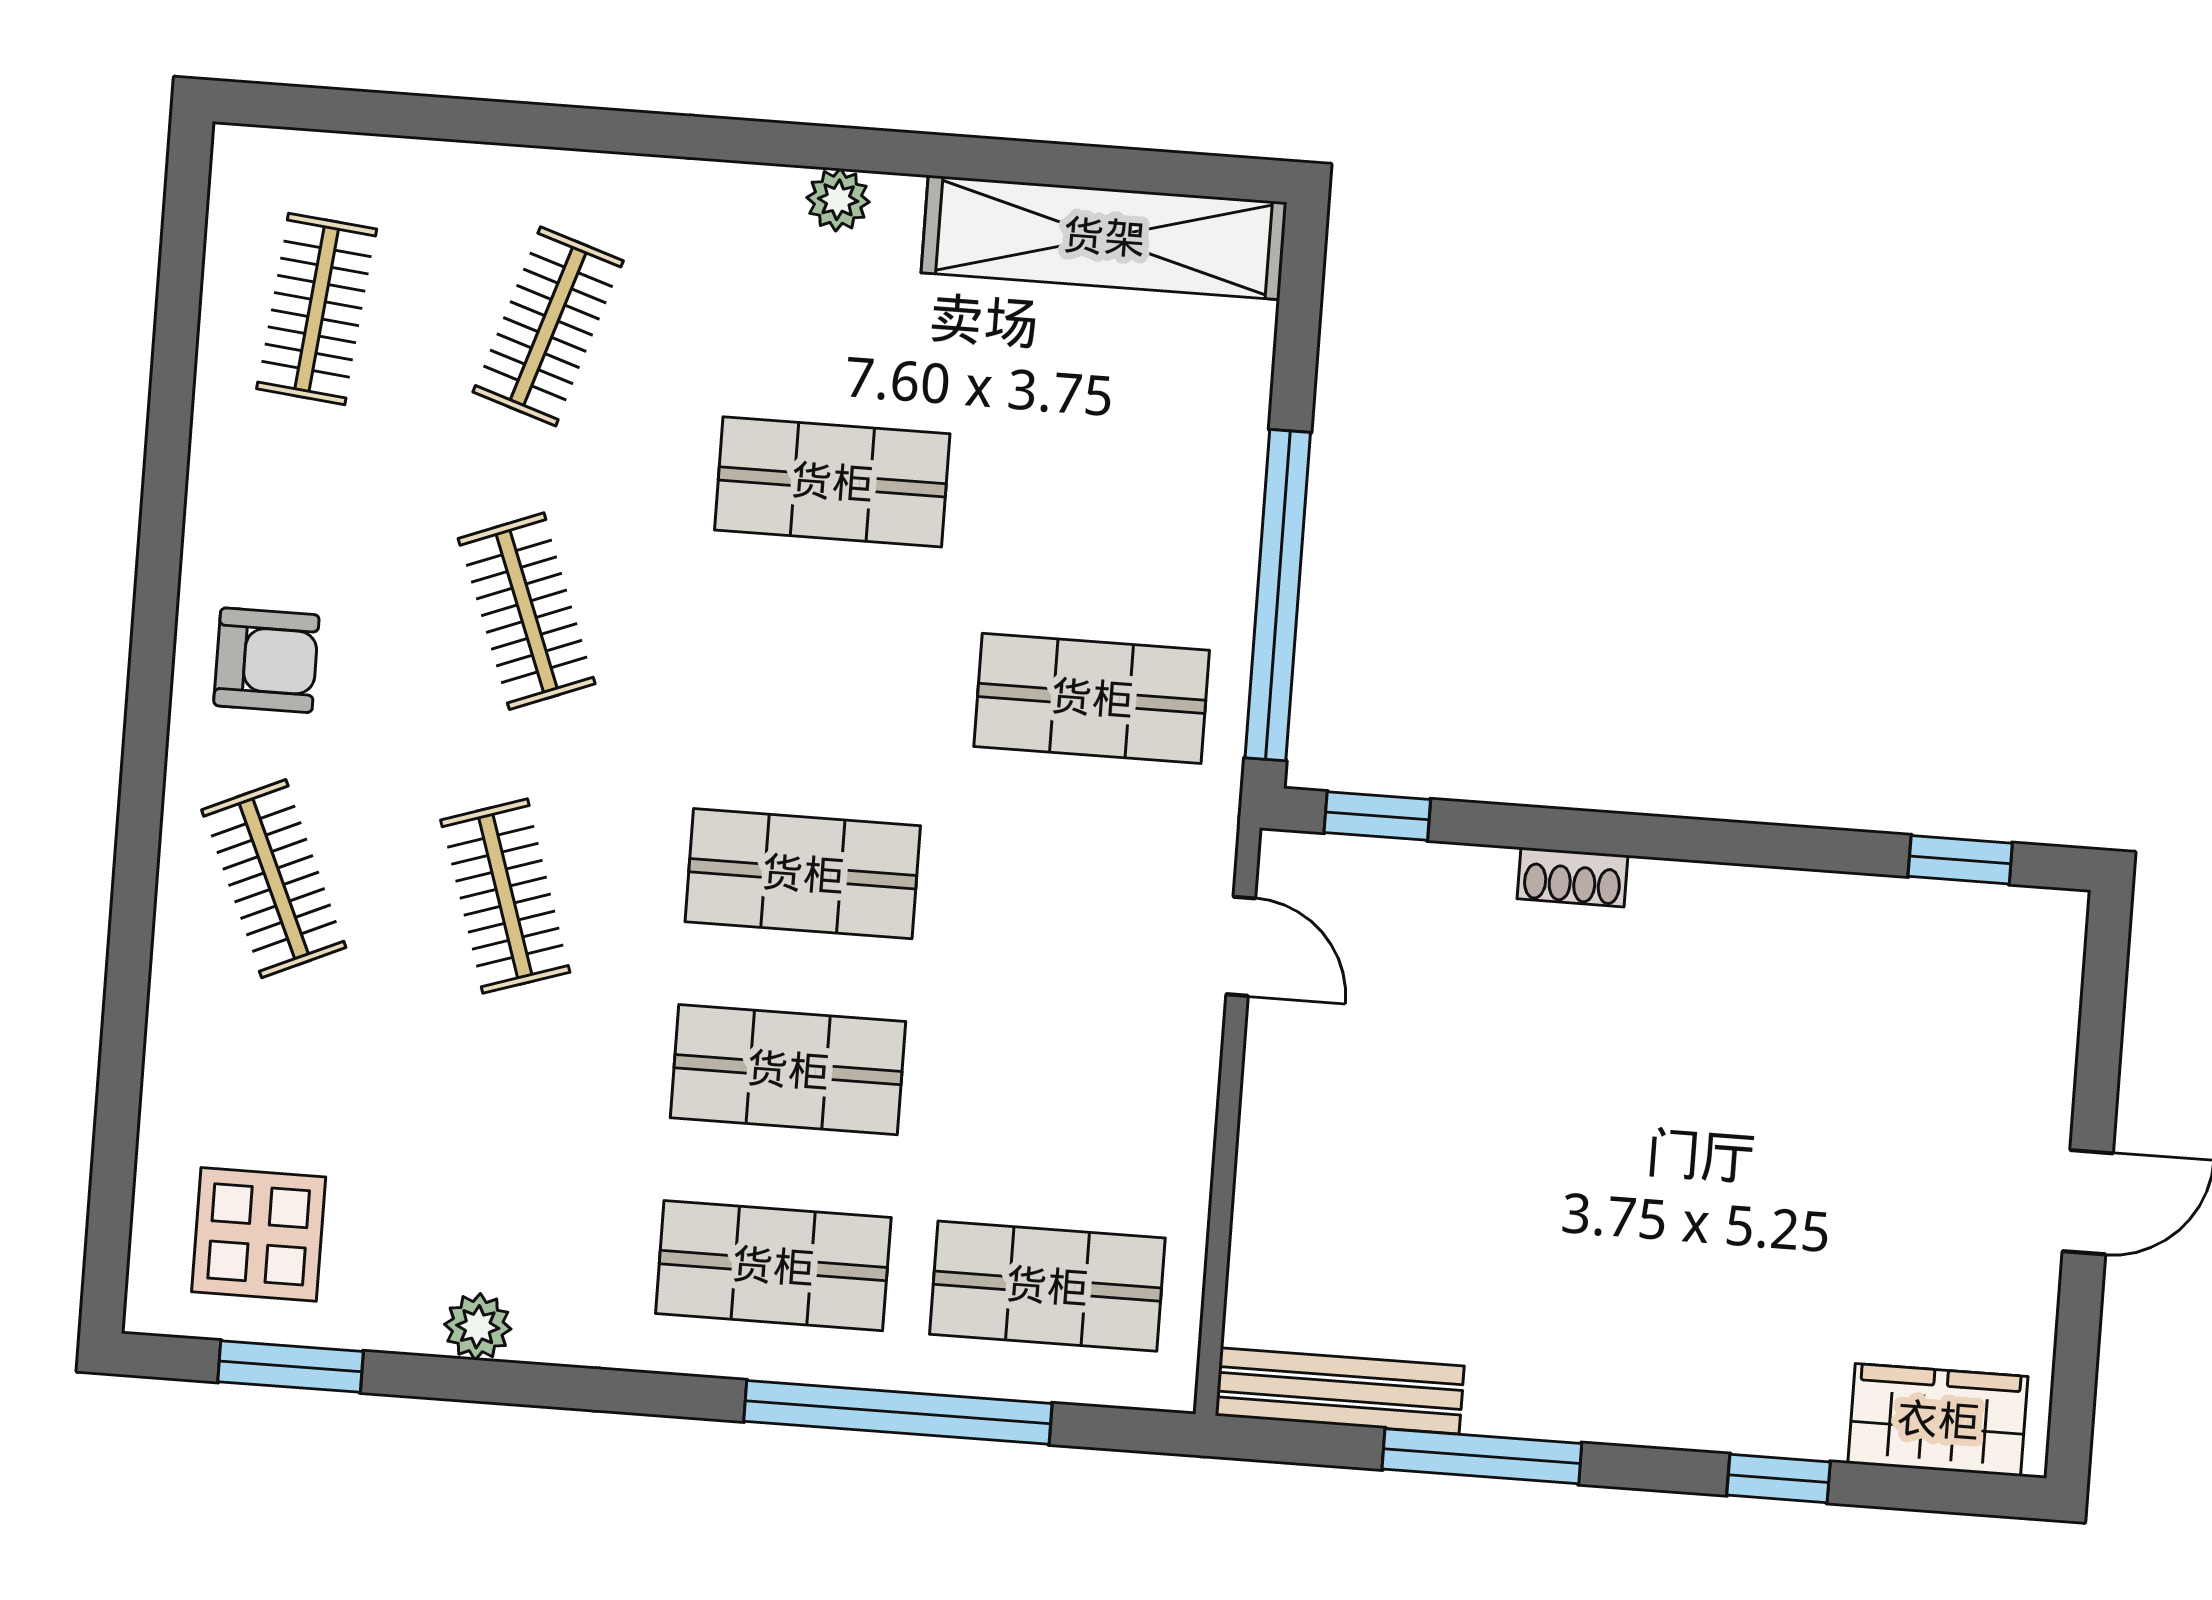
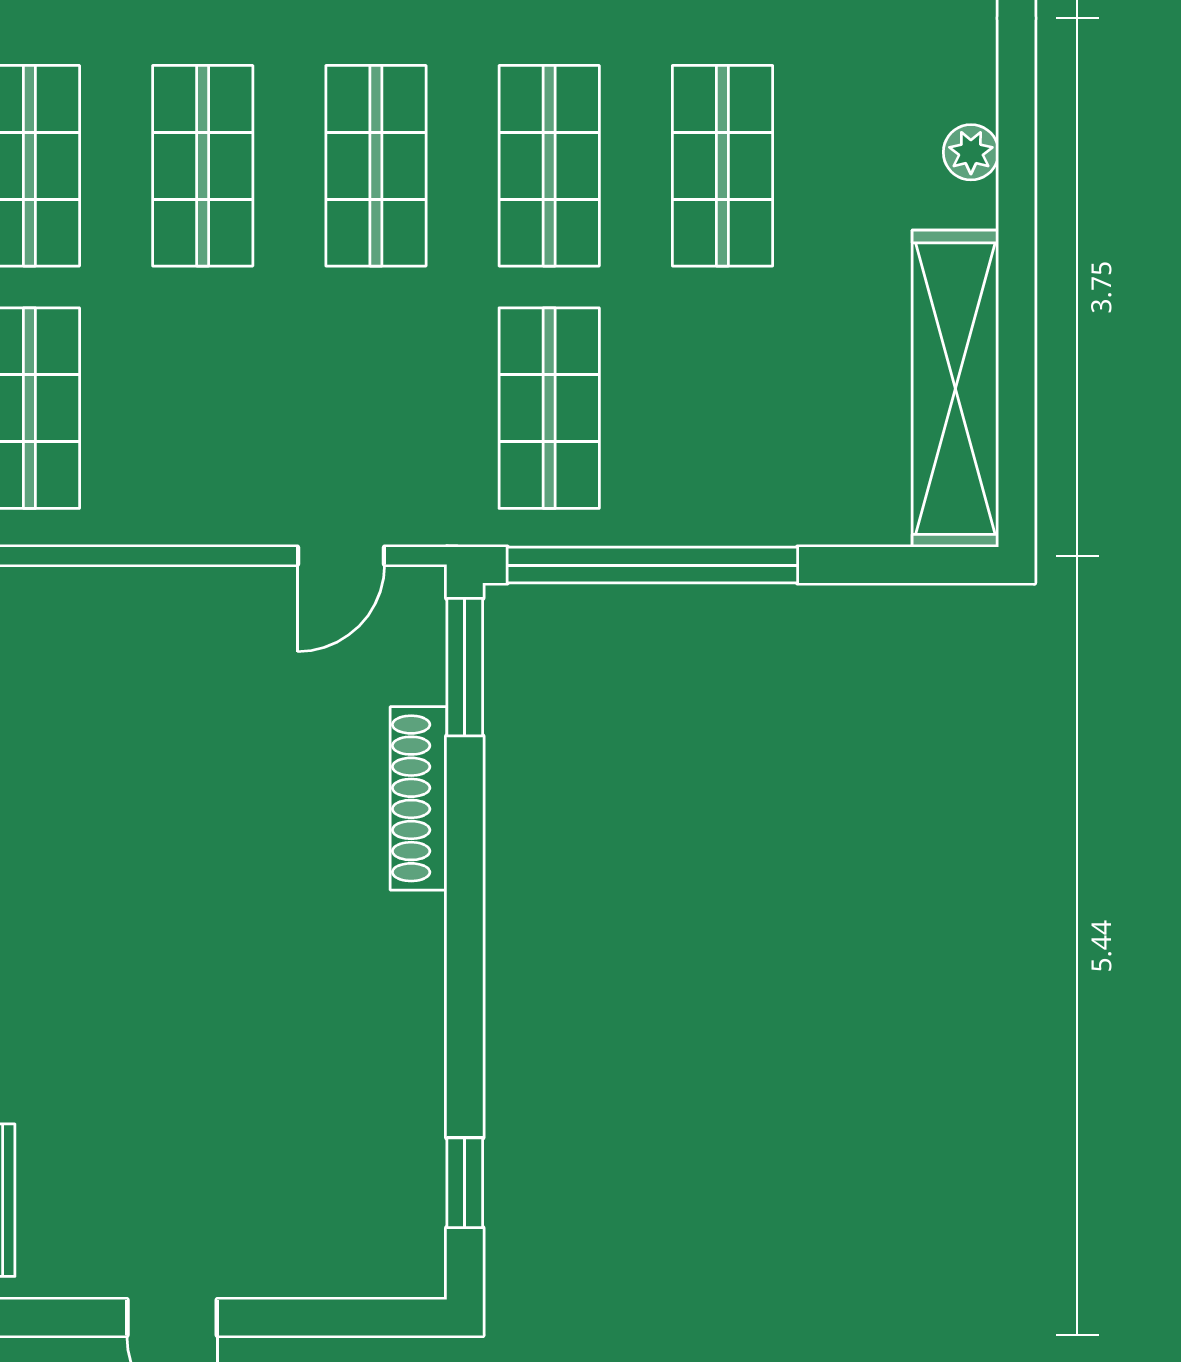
shop shelf: (817, 678) -> (549, 166), added
window: (1377, 816) -> (465, 667), width x1.50
shoe rack: (1572, 877) -> (418, 798), width x1.94, depth x1.24

